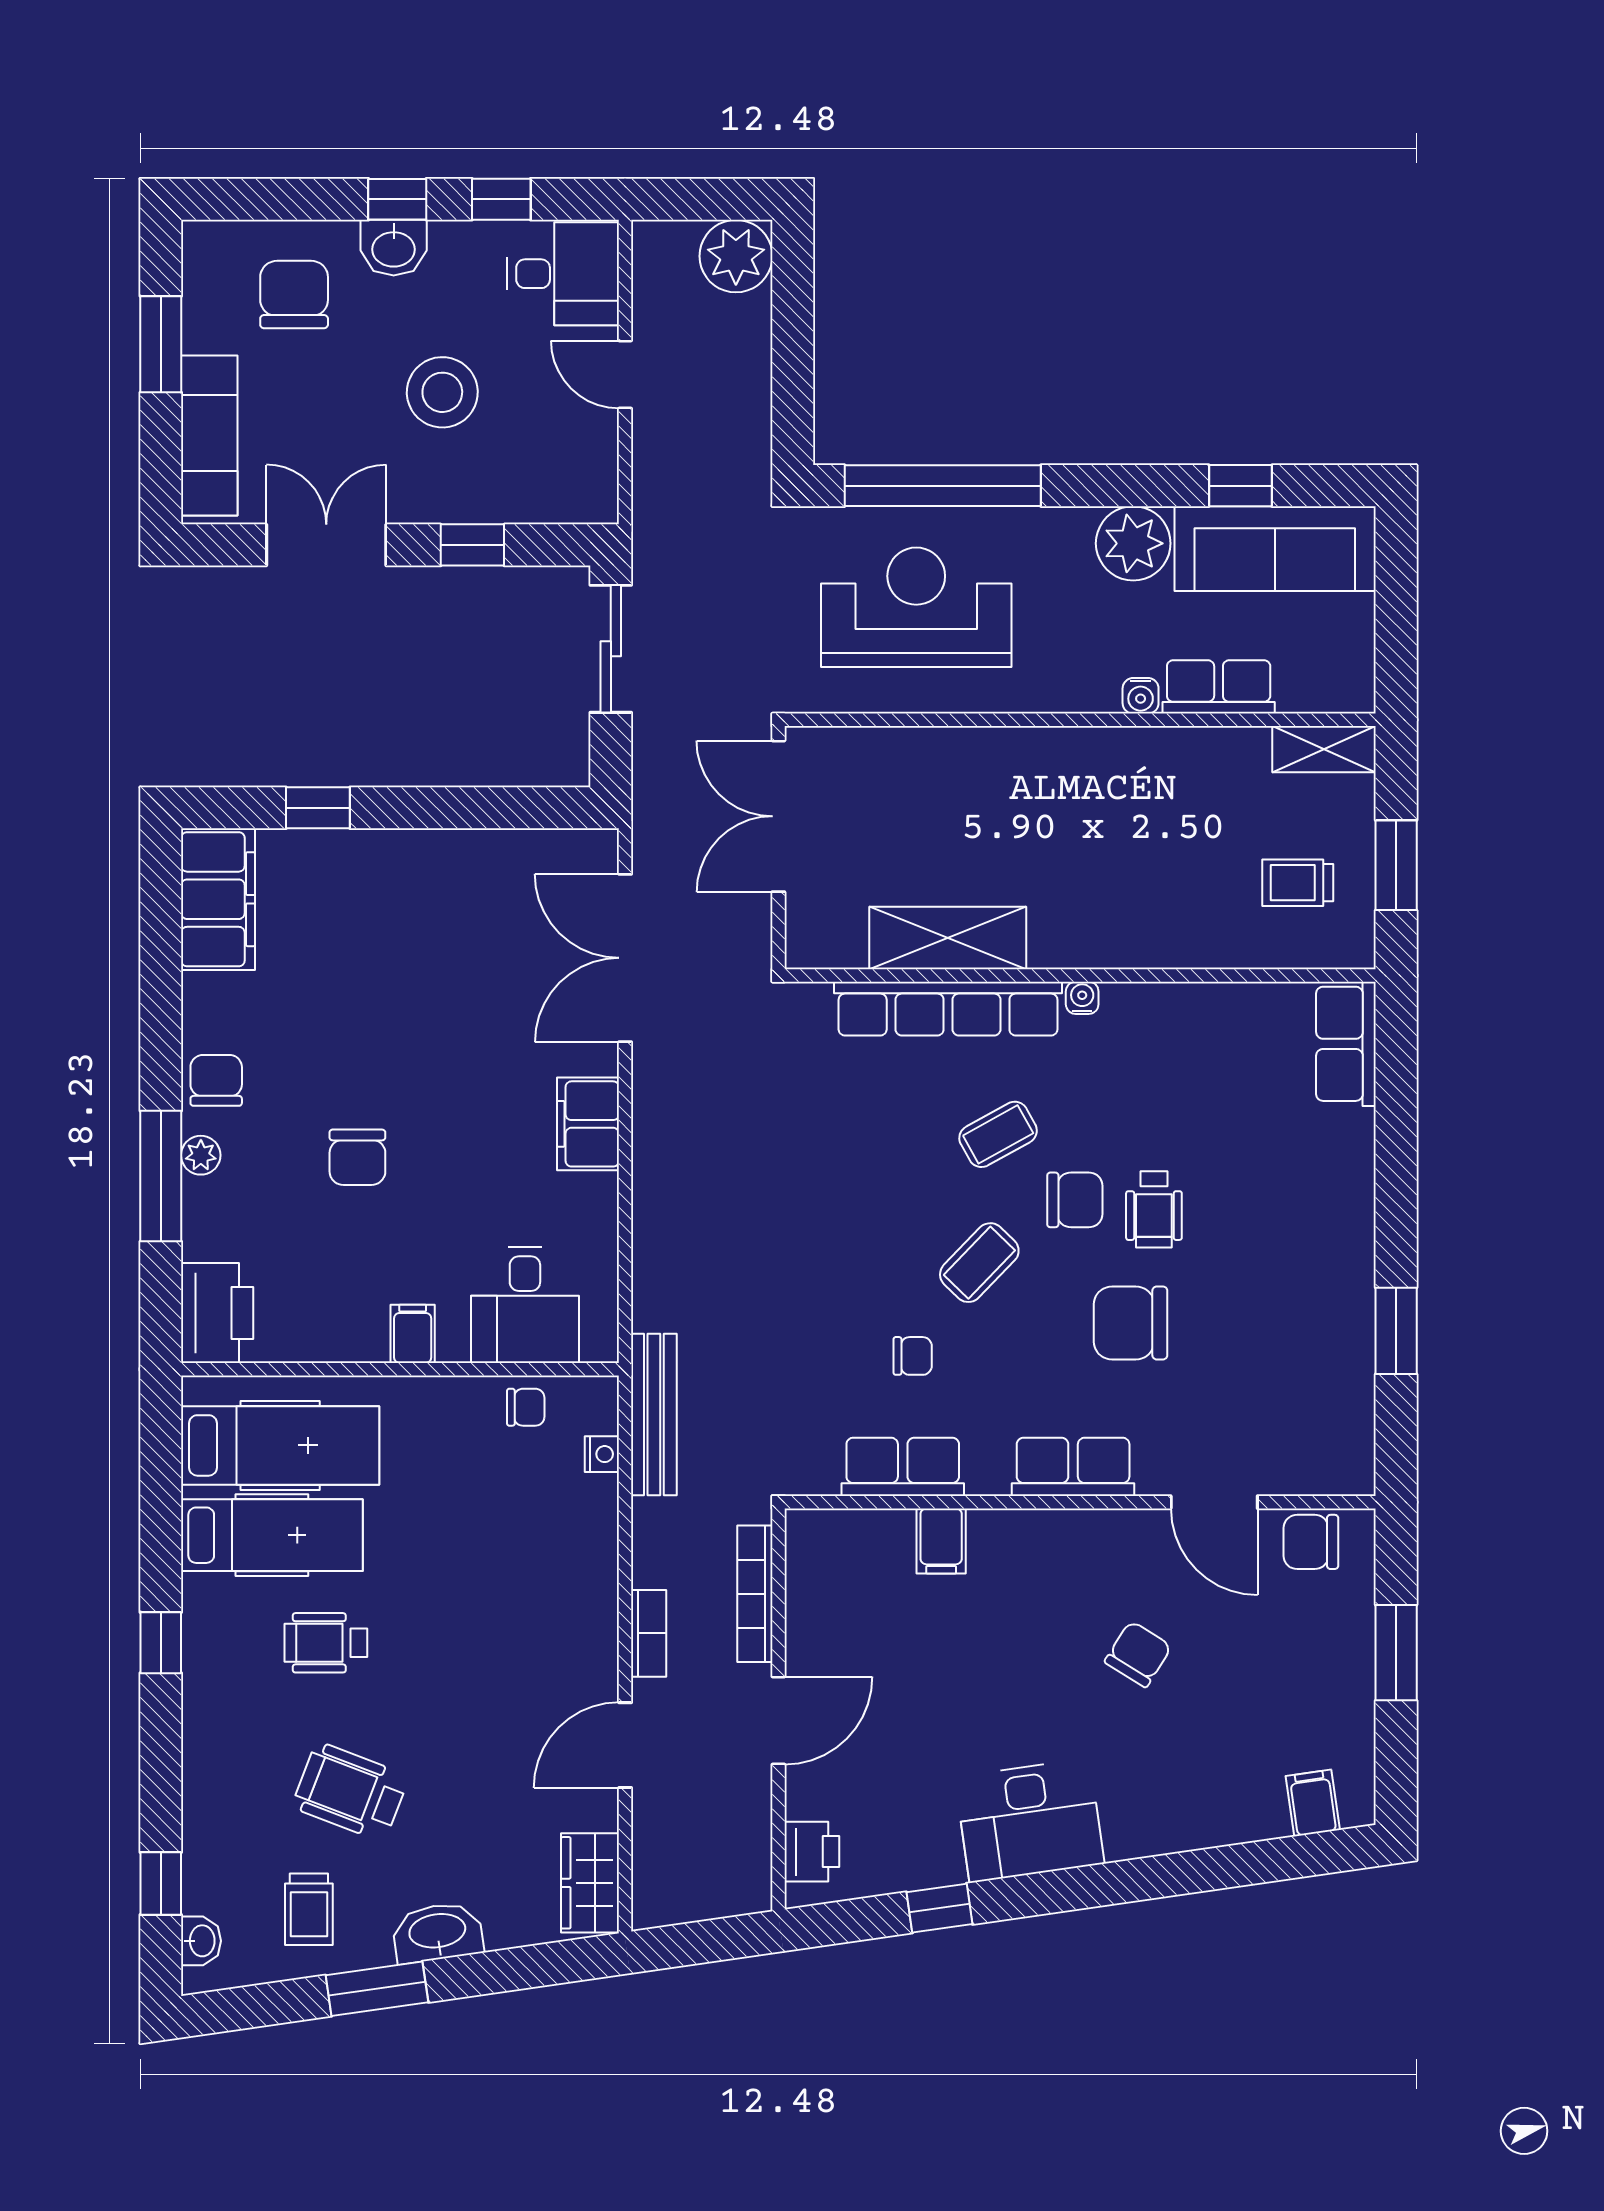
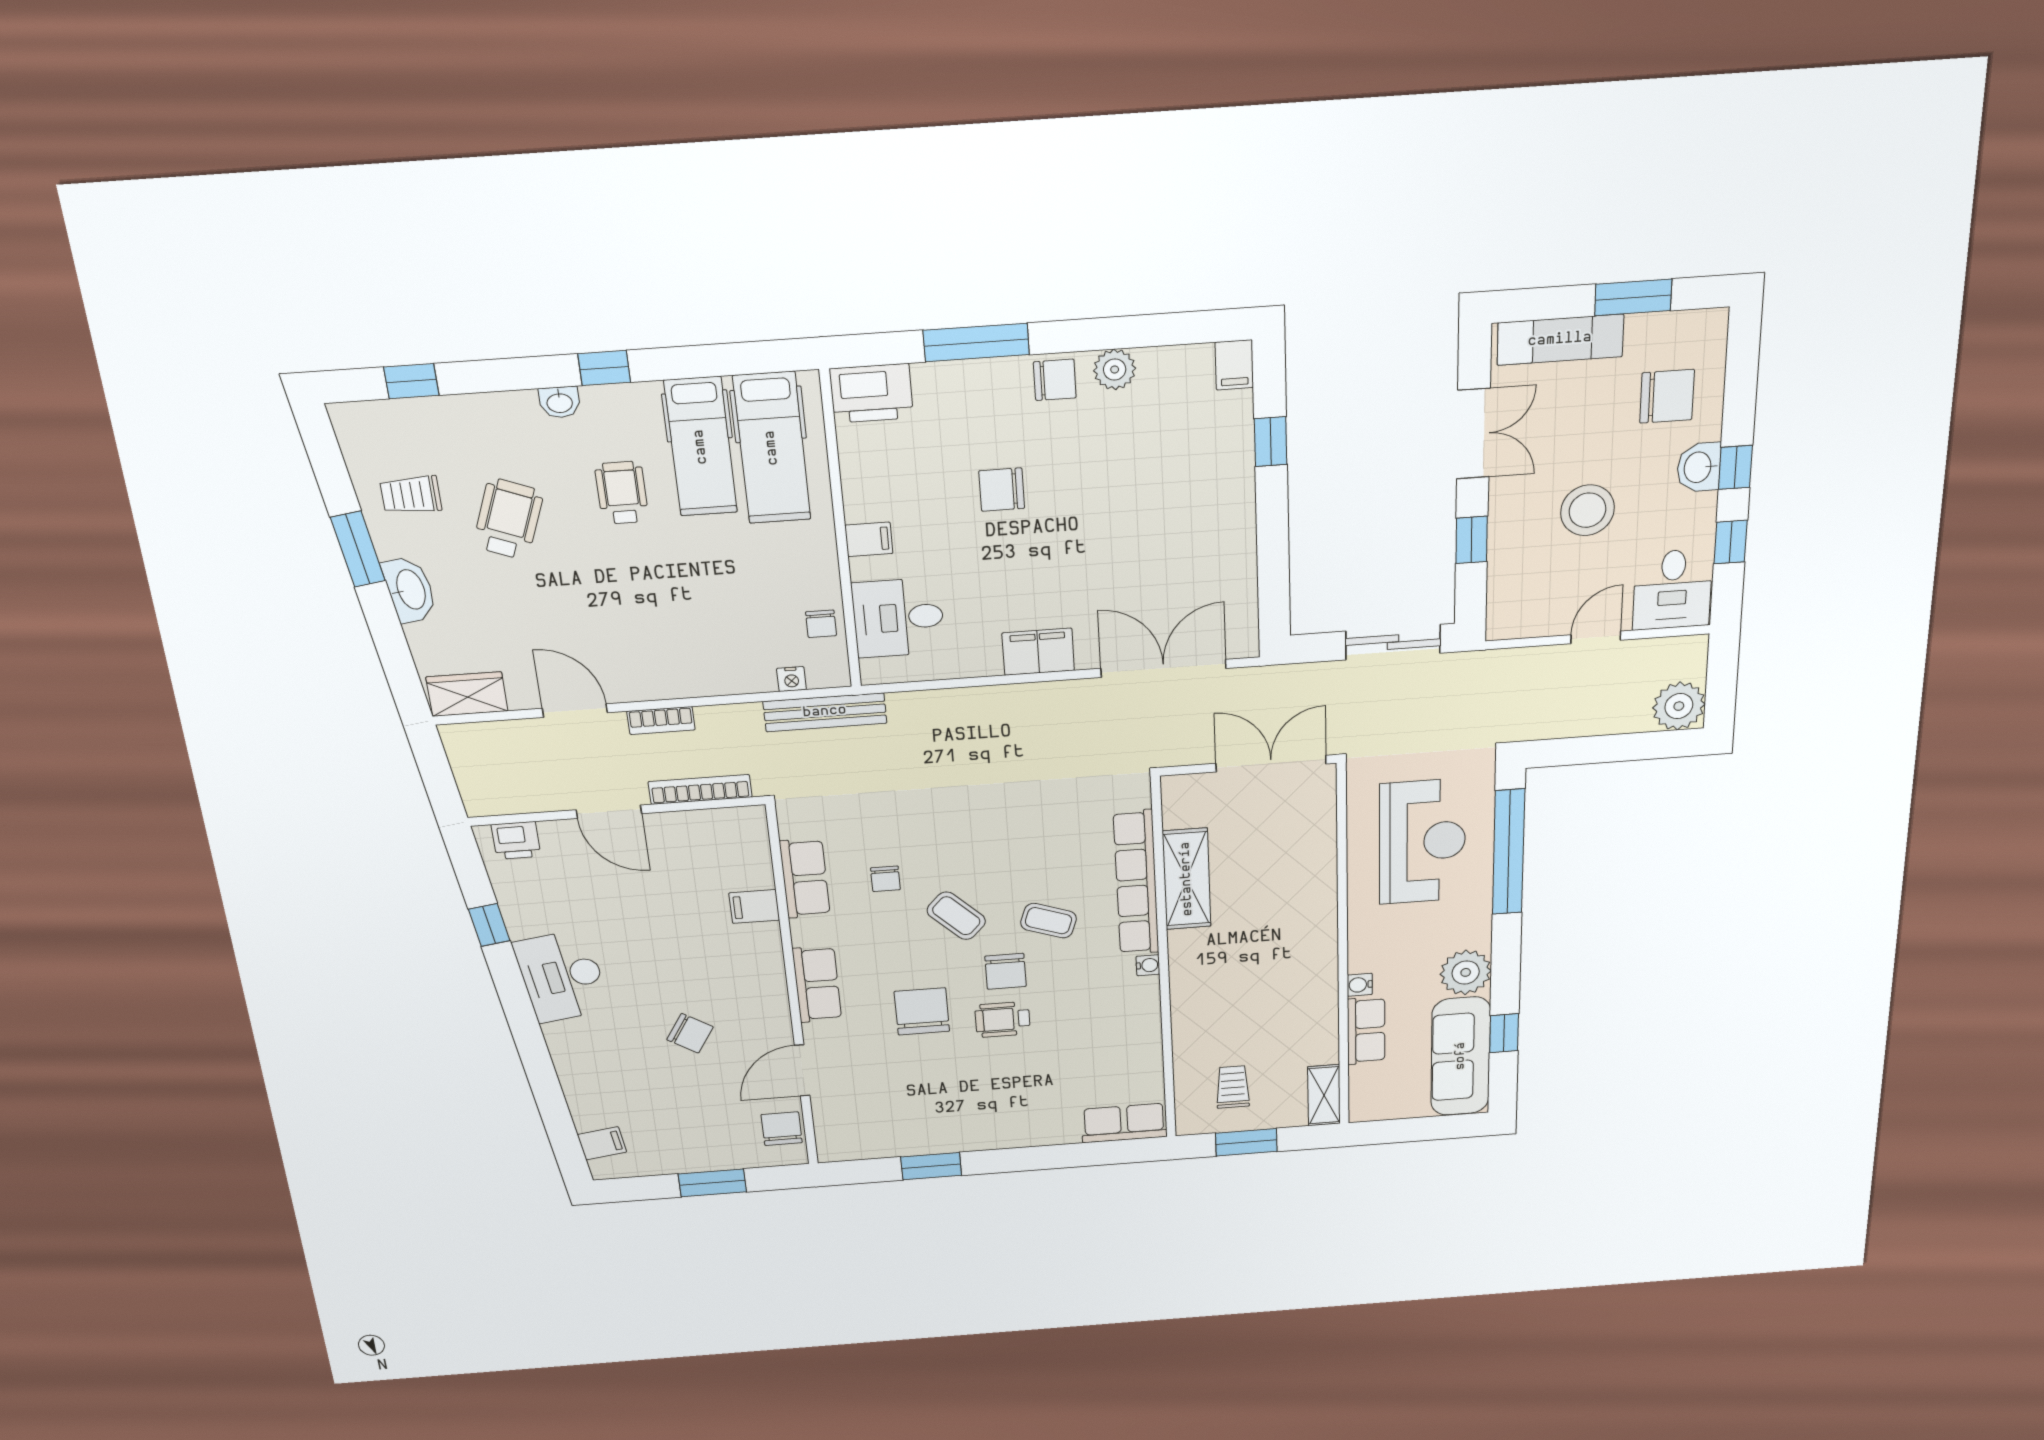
filing cabinet: (218, 899) -> (1234, 365), width x0.33, depth x0.86
coffee table: (998, 1134) -> (1048, 921), turned -42
plant: (201, 1155) -> (1115, 369), moved, width x1.38, depth x1.38
washbasin: (201, 1941) -> (560, 402), moved

